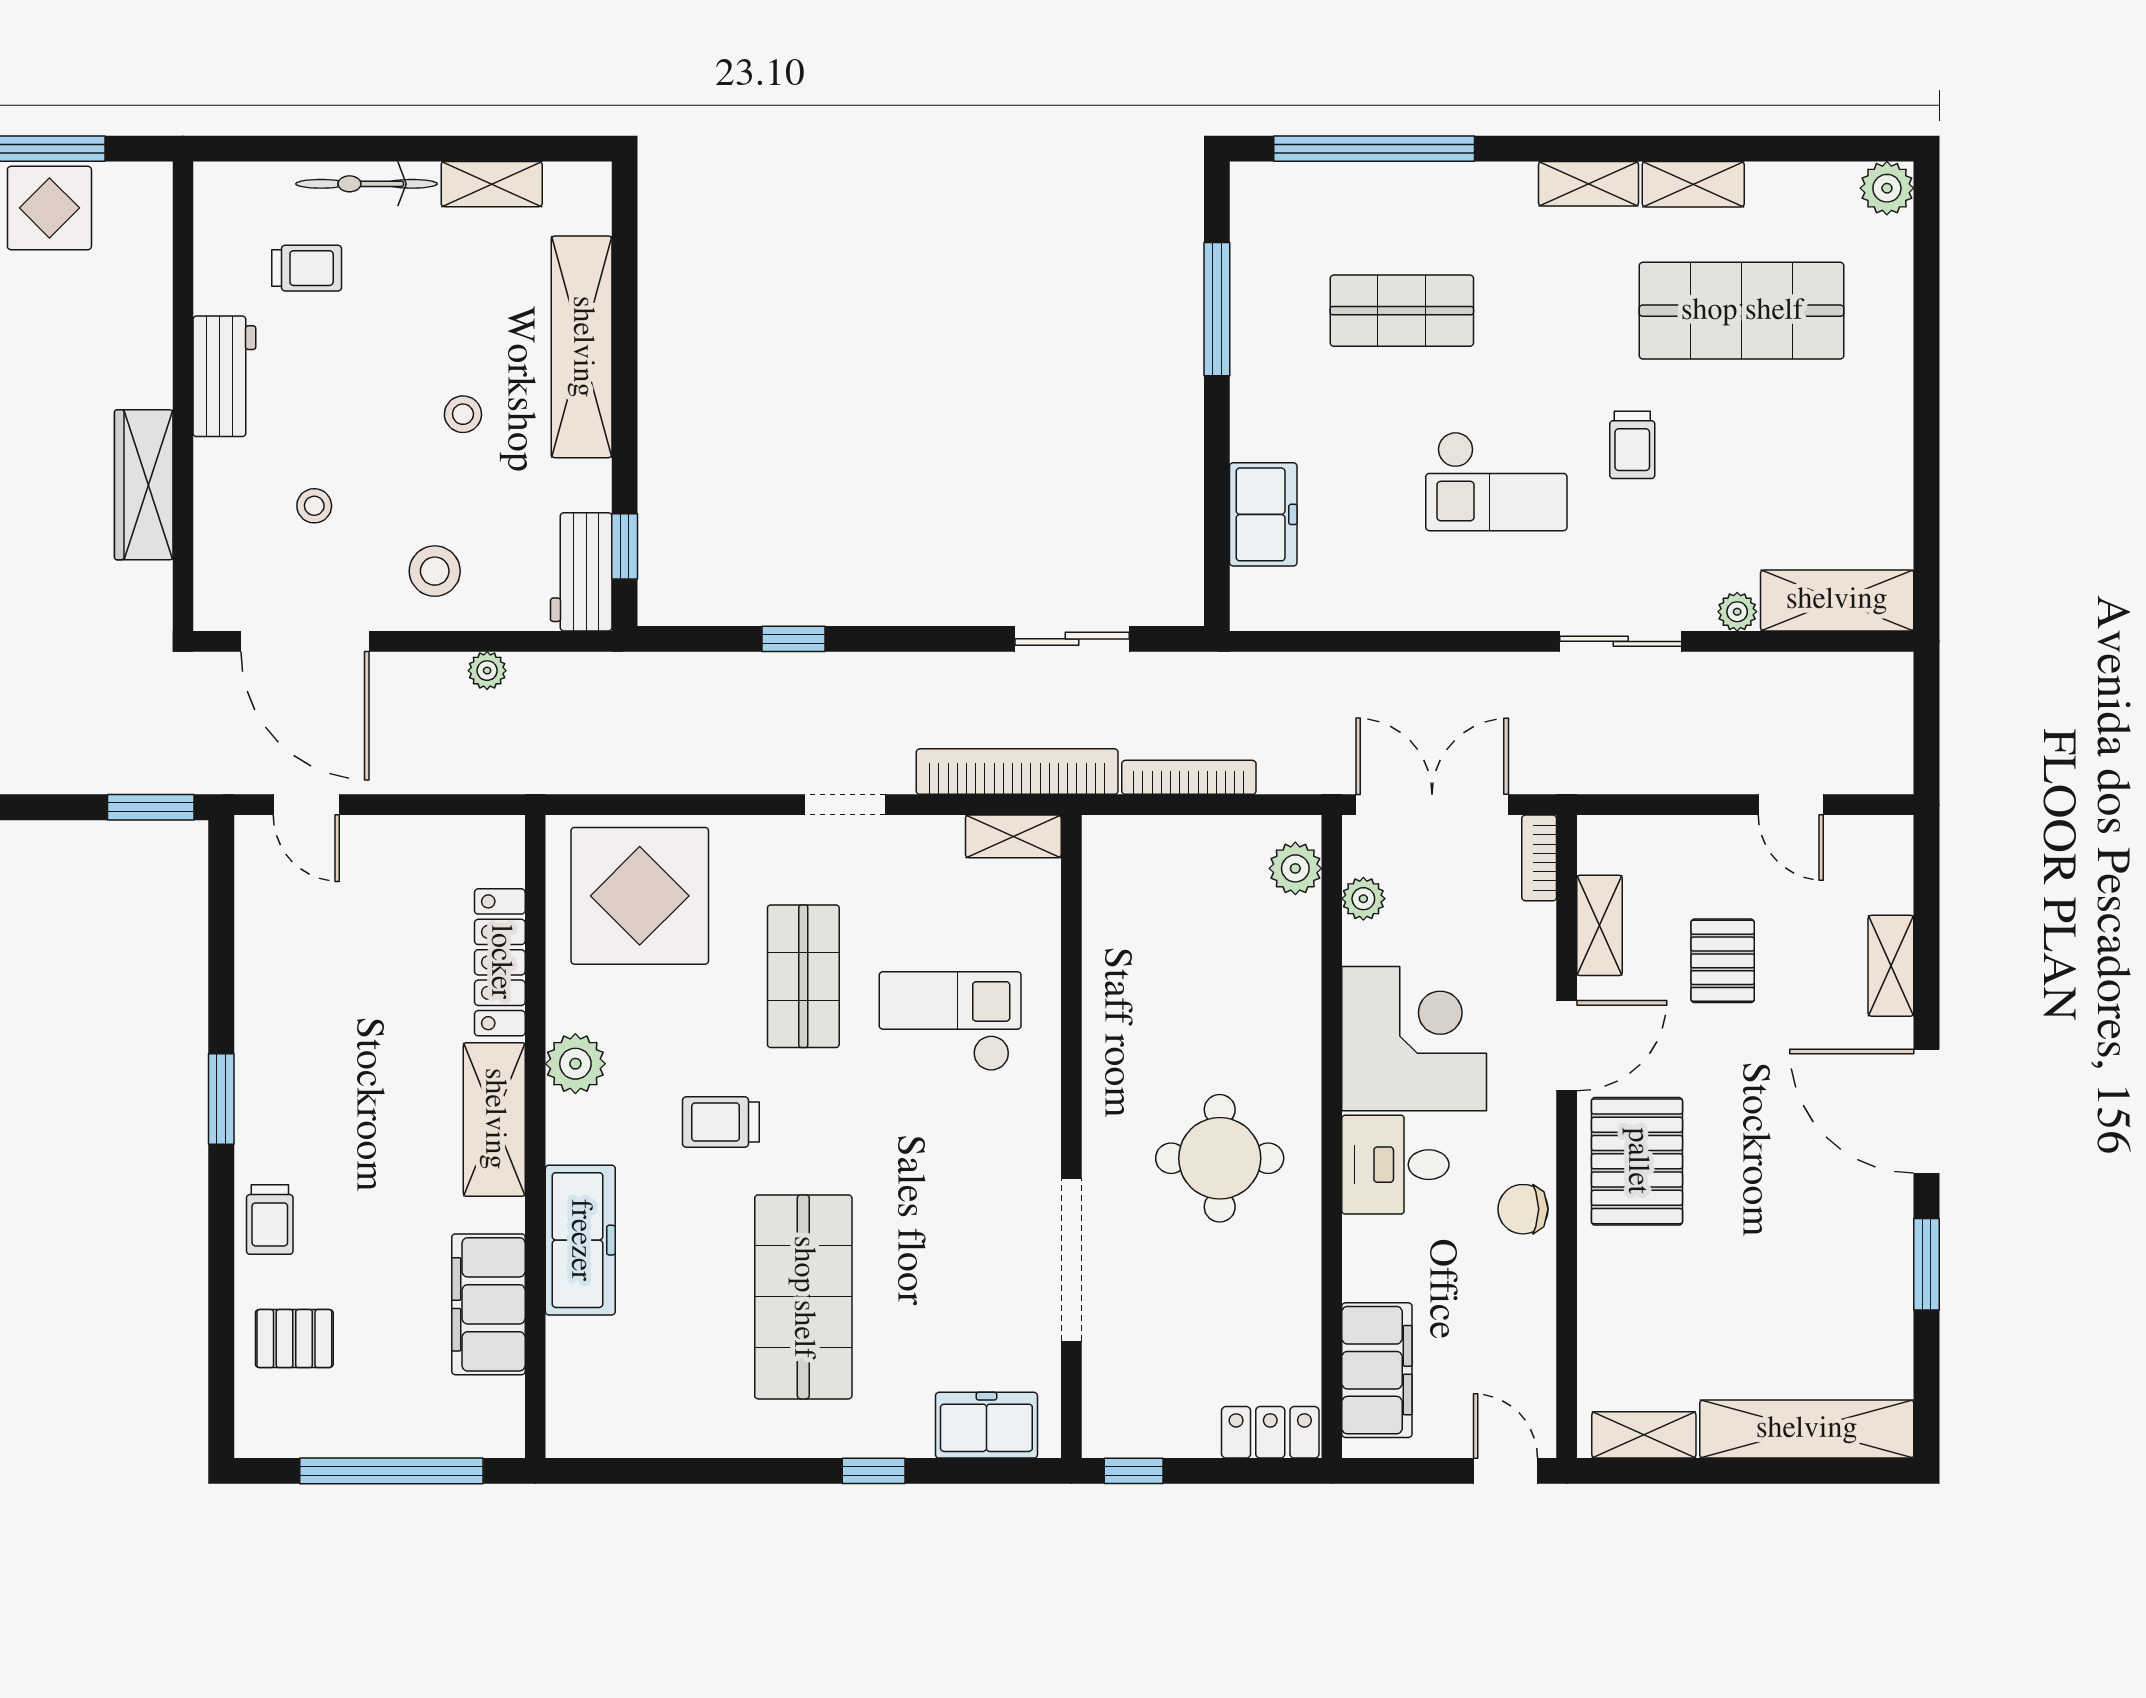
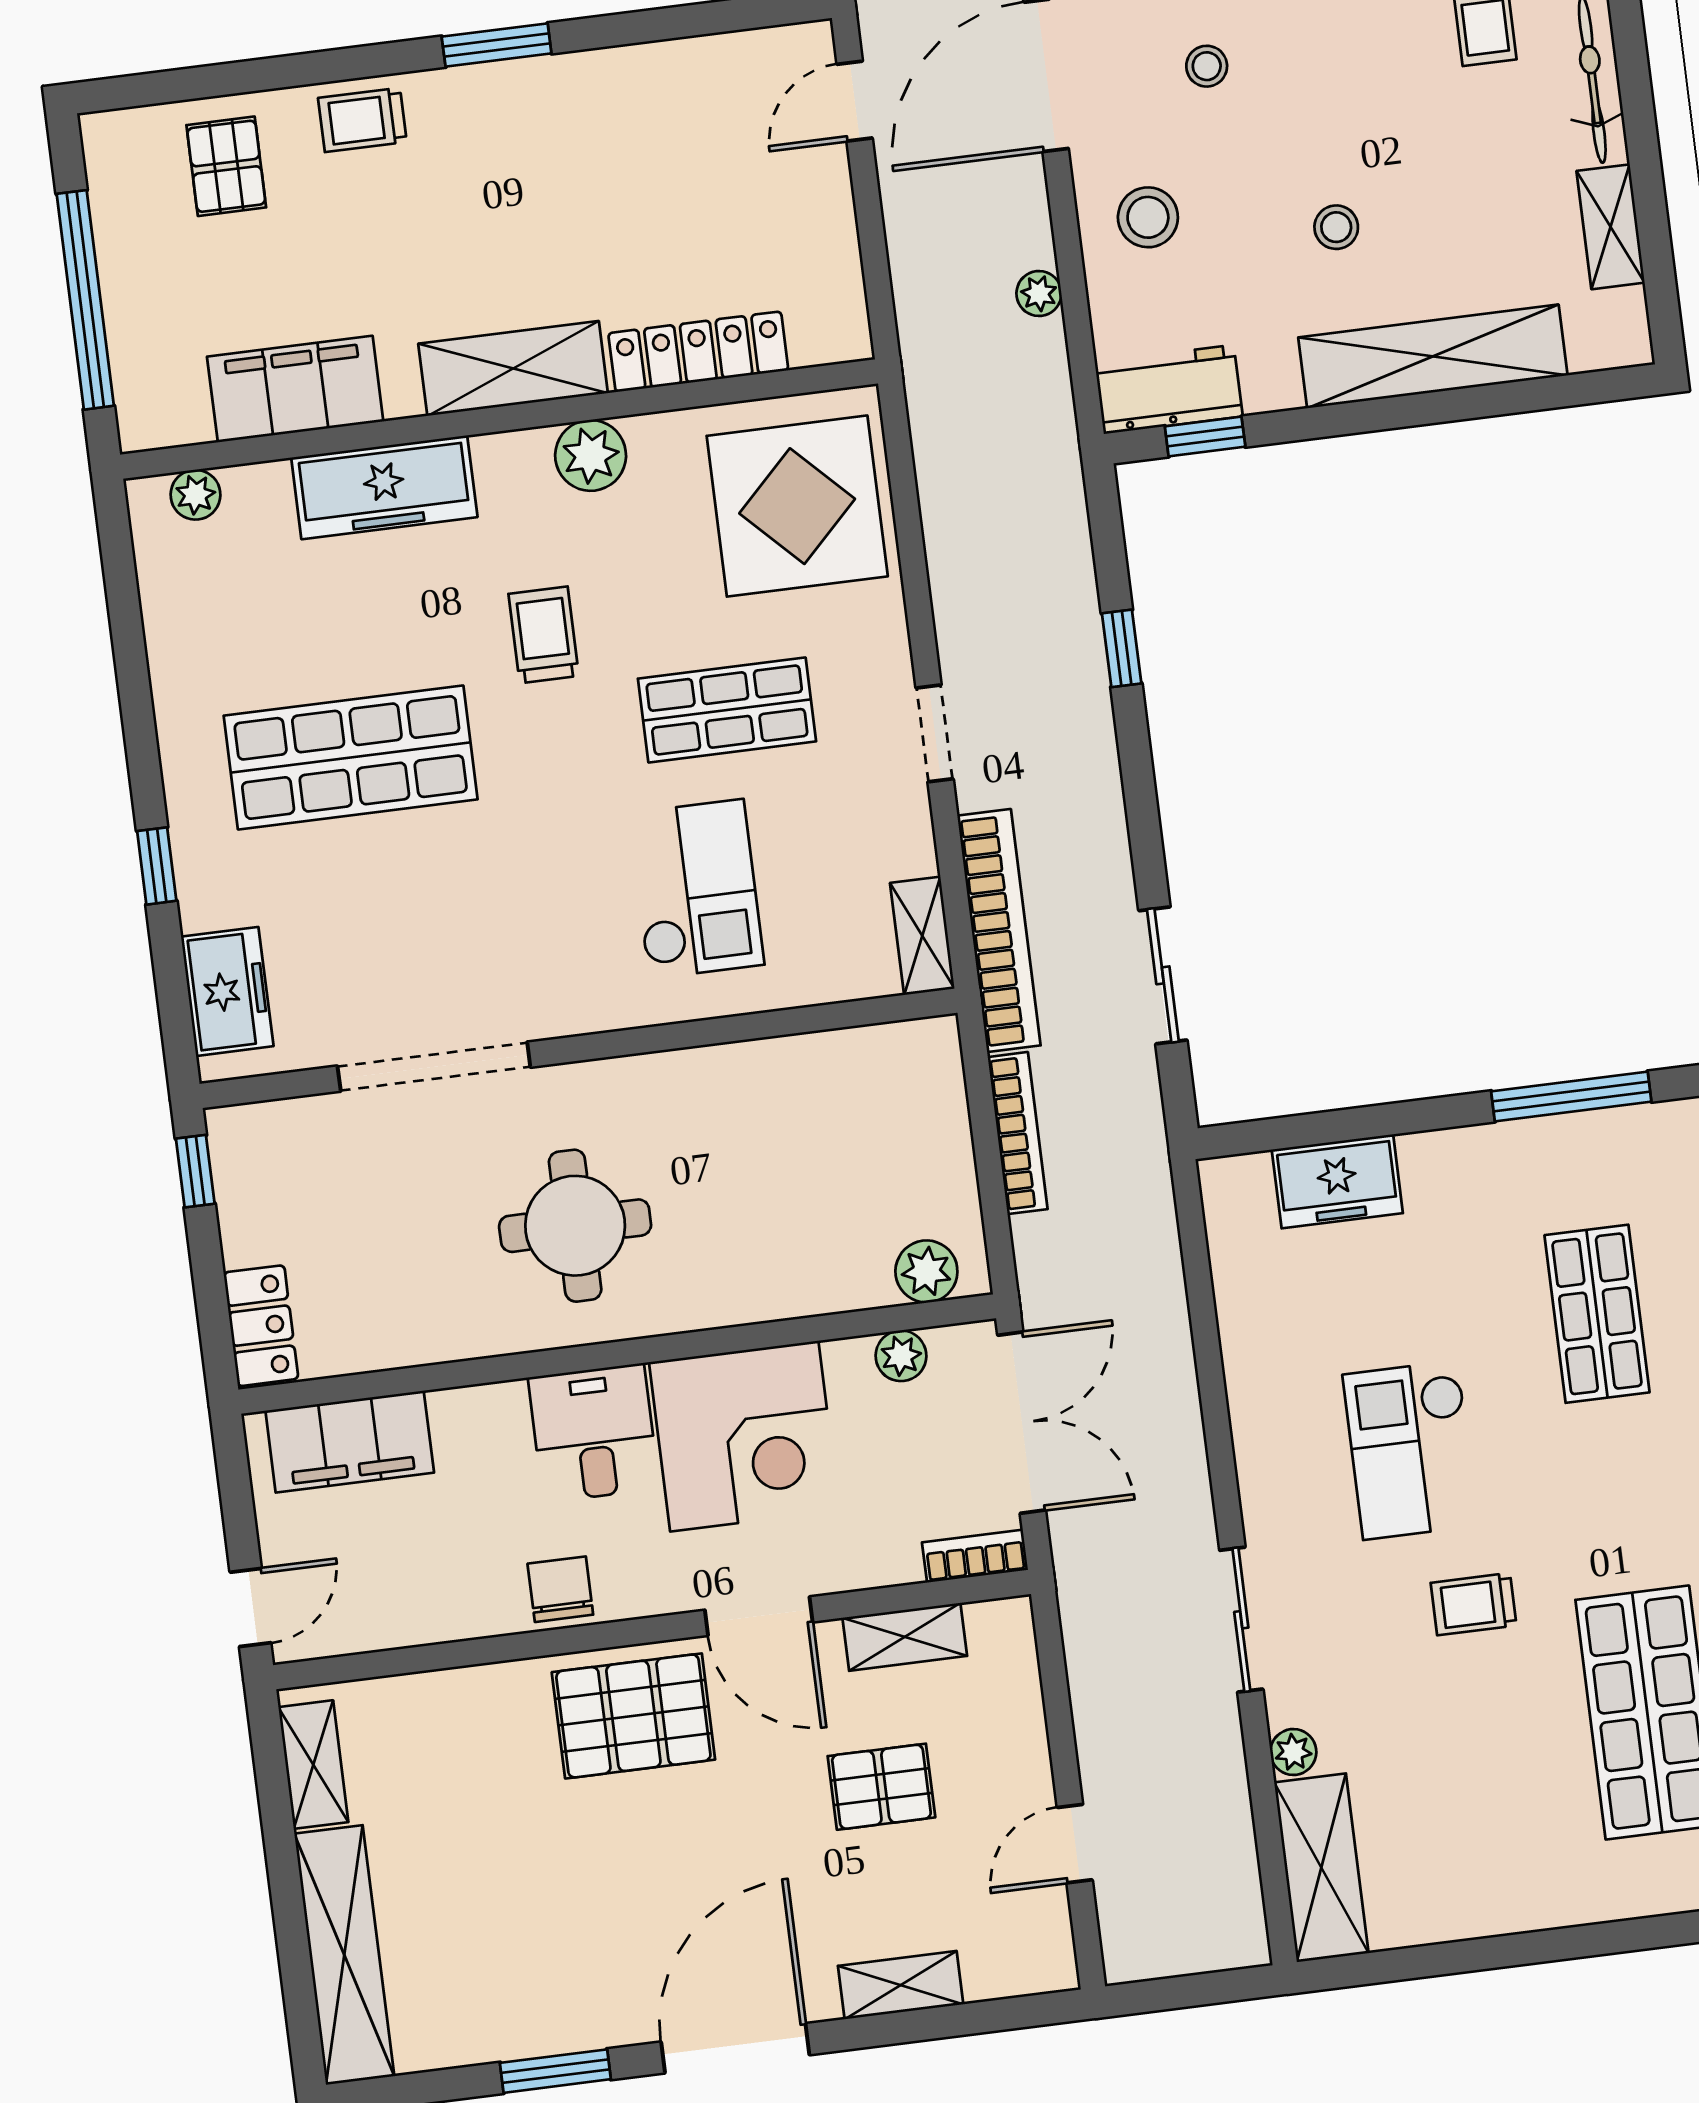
plant: (566, 1399) -> (195, 495), added

